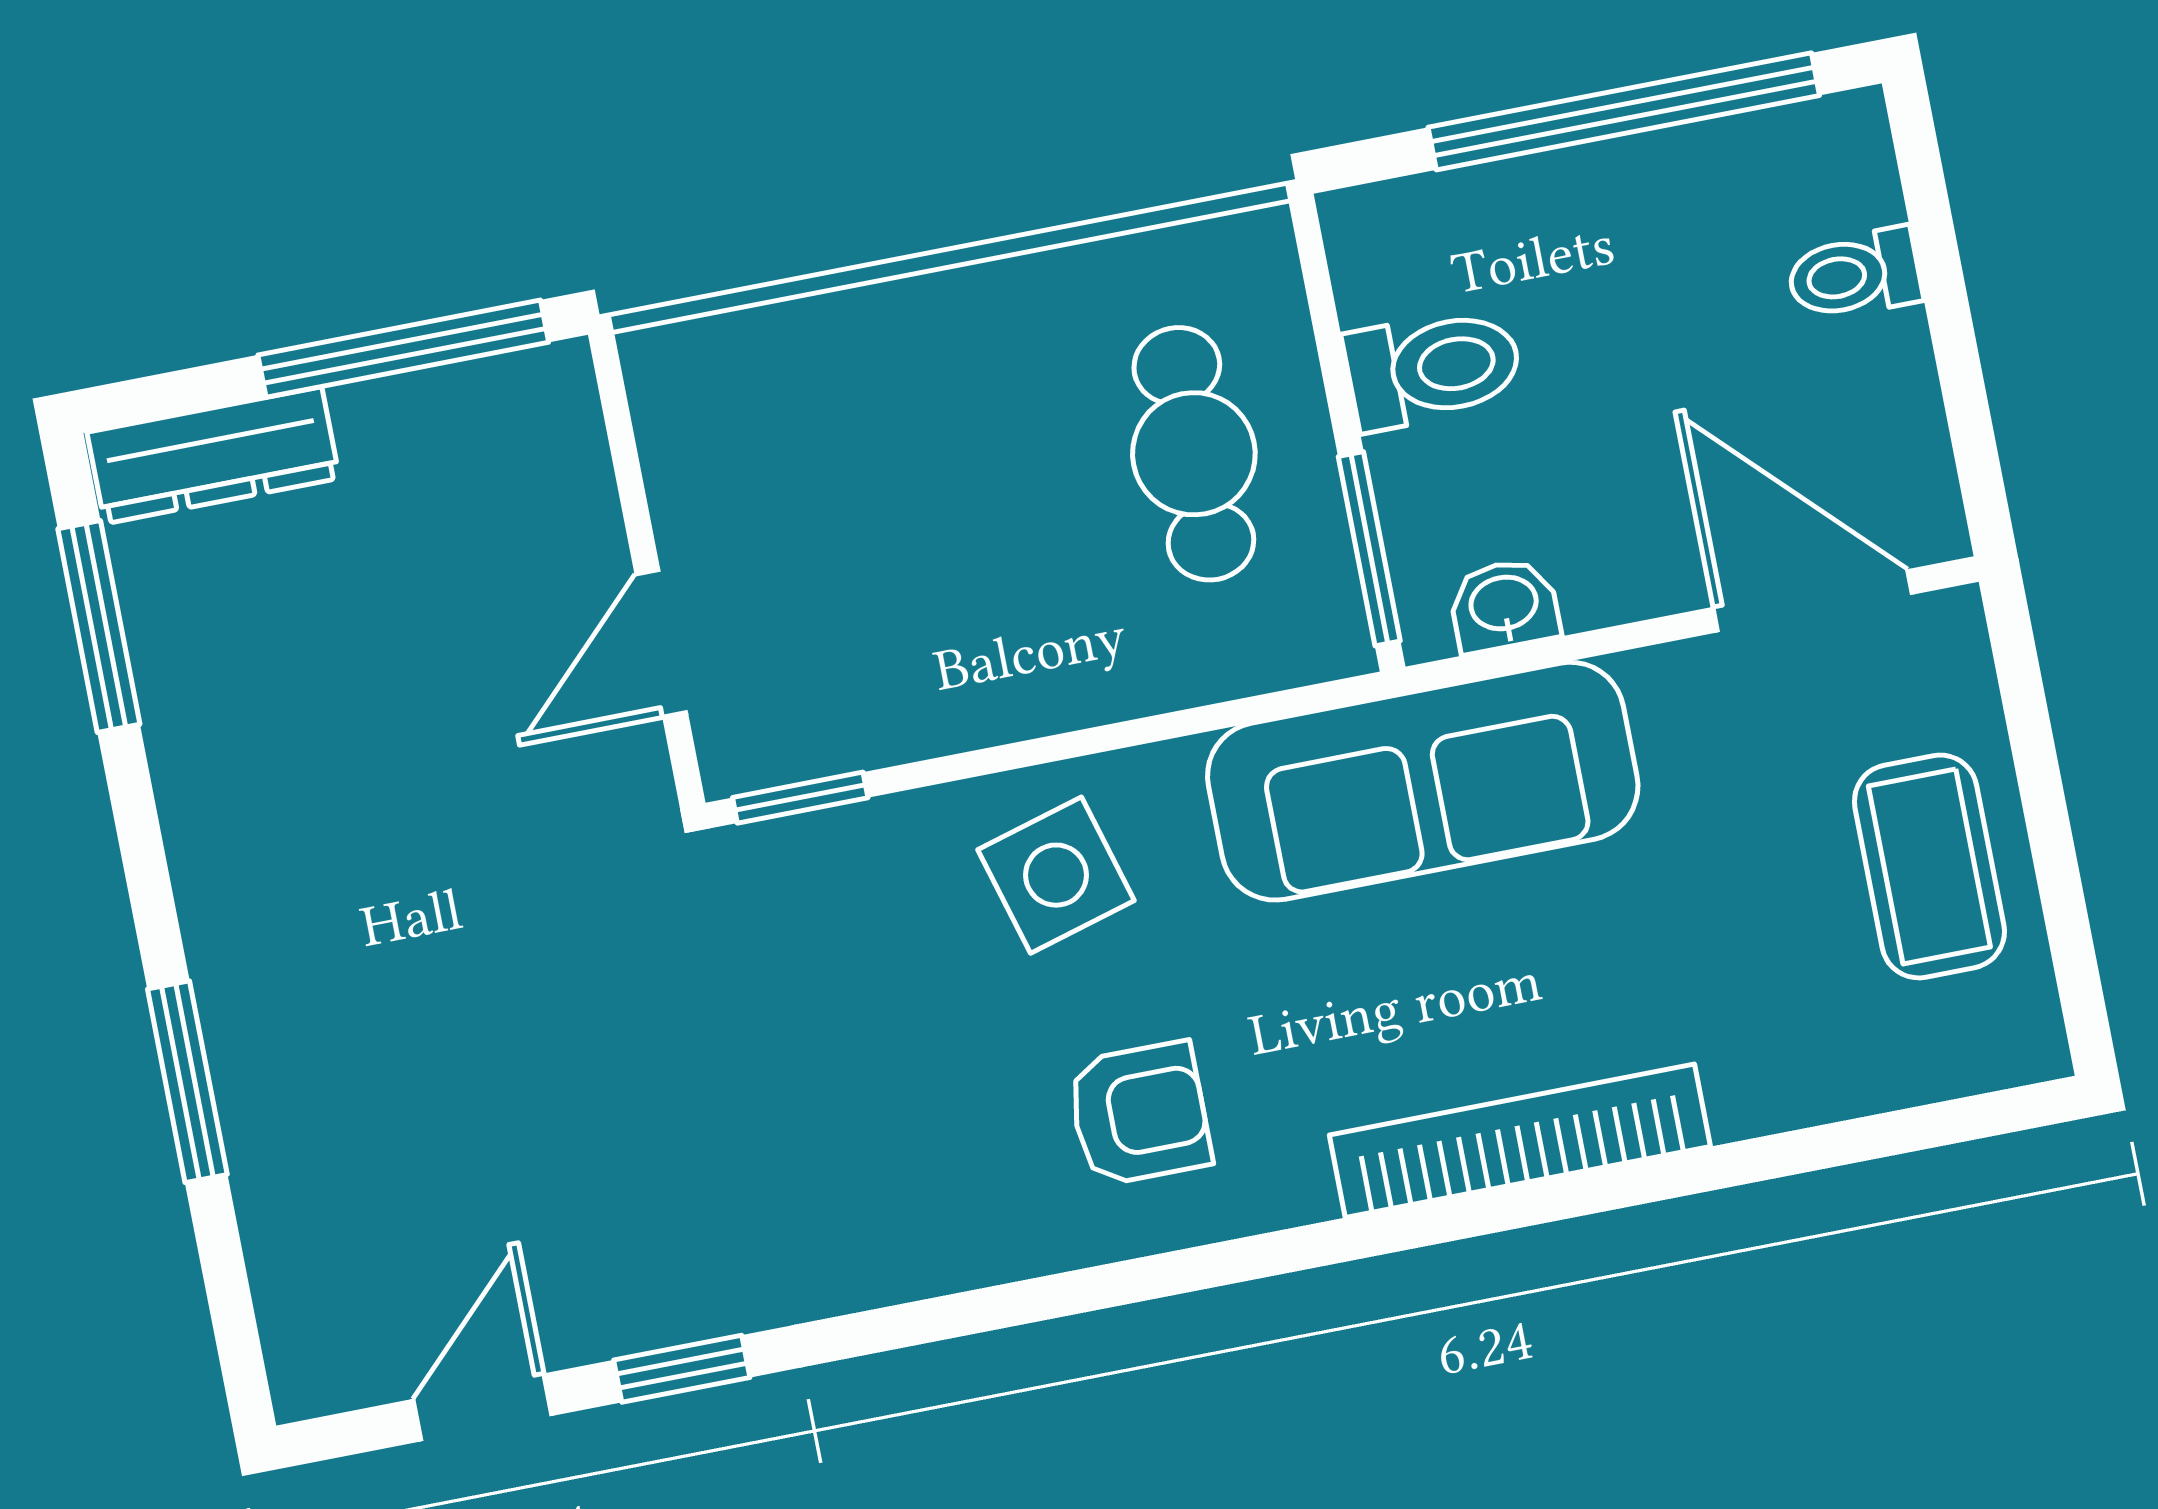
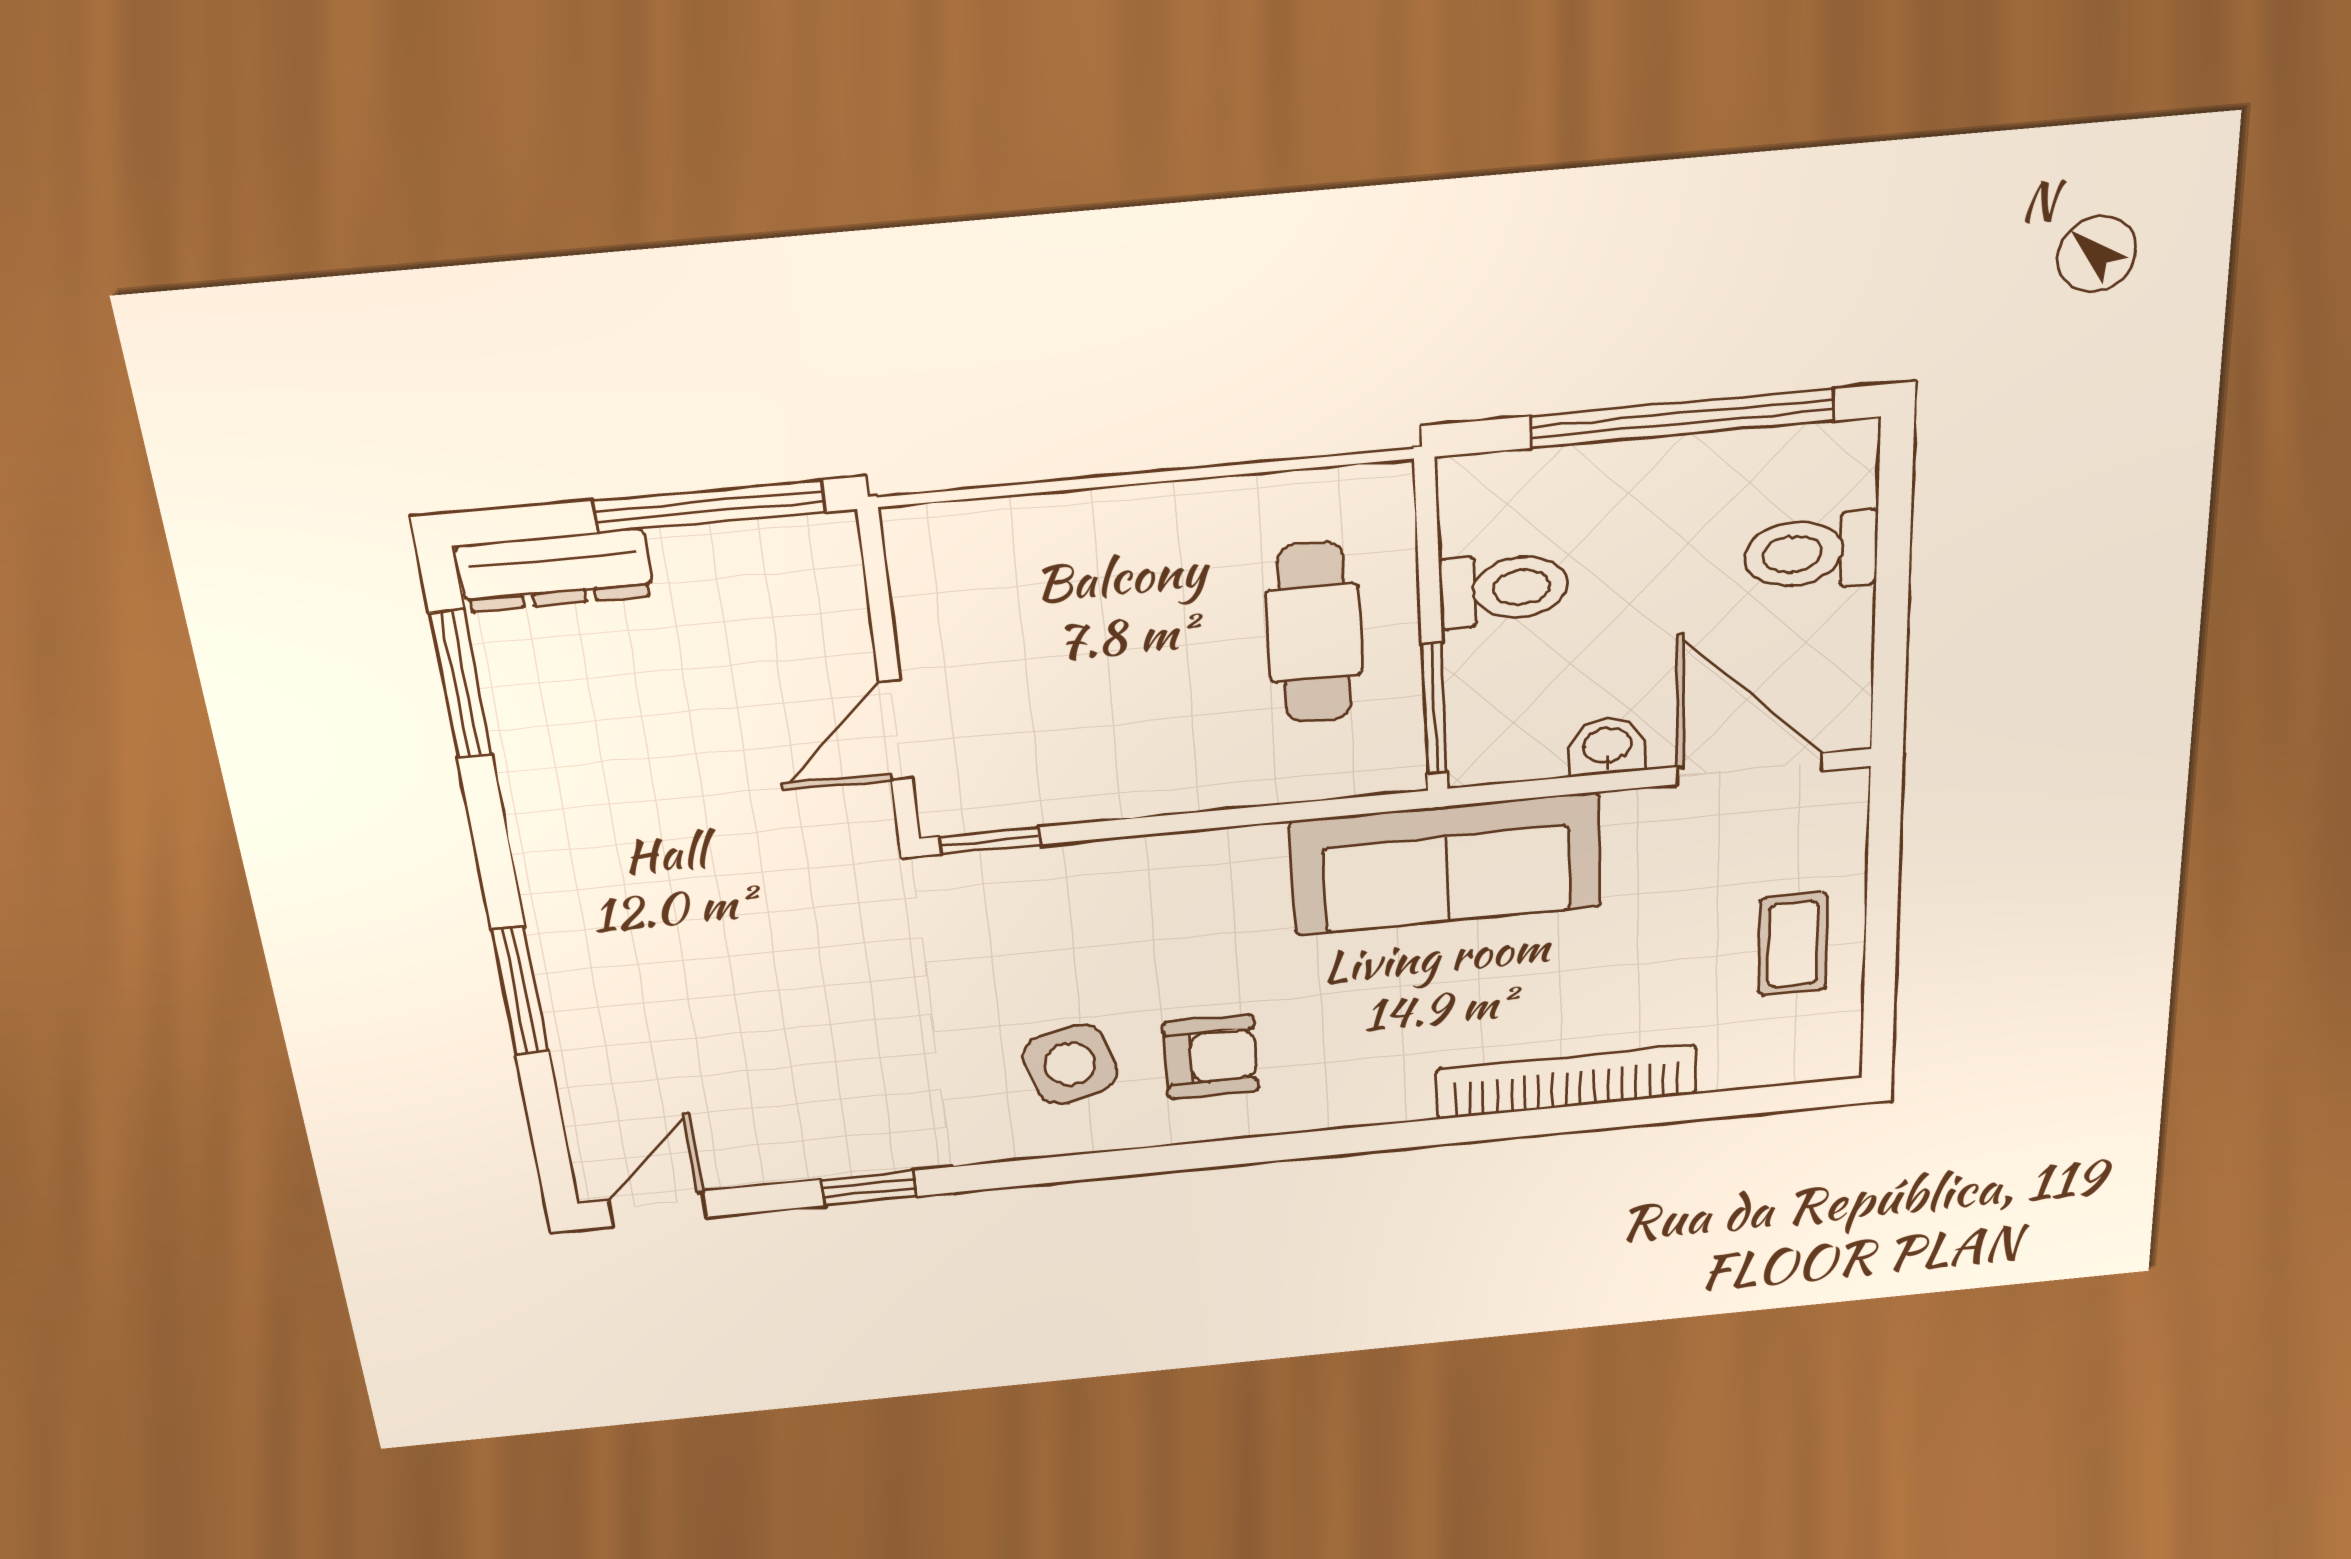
toilet: (1854, 274) -> (1811, 552), width x1.37, depth x1.39
washbasin: (1504, 605) -> (1607, 747), moved
coffee table: (1929, 866) -> (1793, 944), width x0.73, depth x0.77
side table: (1056, 875) -> (1070, 1064), moved
bookcase: (1520, 1141) -> (1567, 1082), moved
door: (483, 1407) -> (658, 1209), moved

